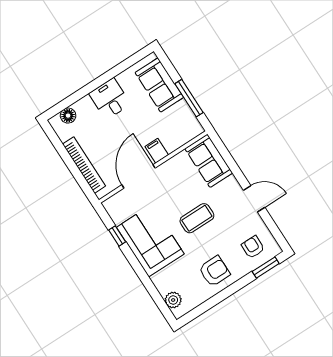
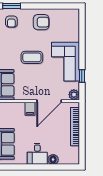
floor lamp: (68, 116) -> (53, 159), moved
armchair: (214, 271) -> (41, 22), turned 180
plant: (173, 300) -> (74, 95), moved

